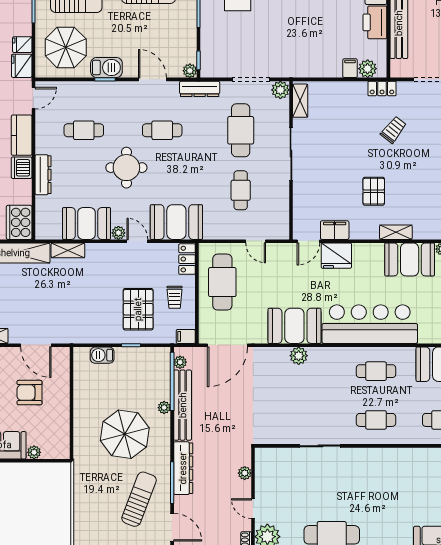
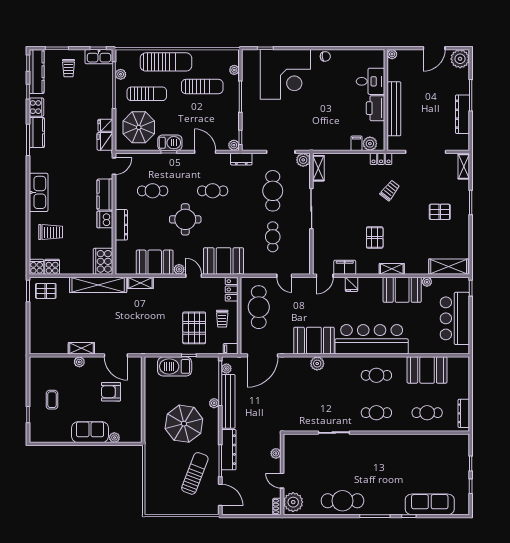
dresser: (200, 89) -> (241, 159), width x0.70
fridge: (336, 256) -> (351, 284), width x0.53, depth x0.75
barbecue: (102, 355) -> (175, 366), width x1.88, depth x1.53

